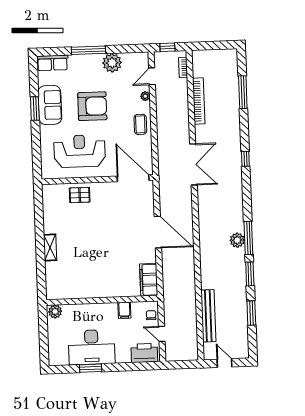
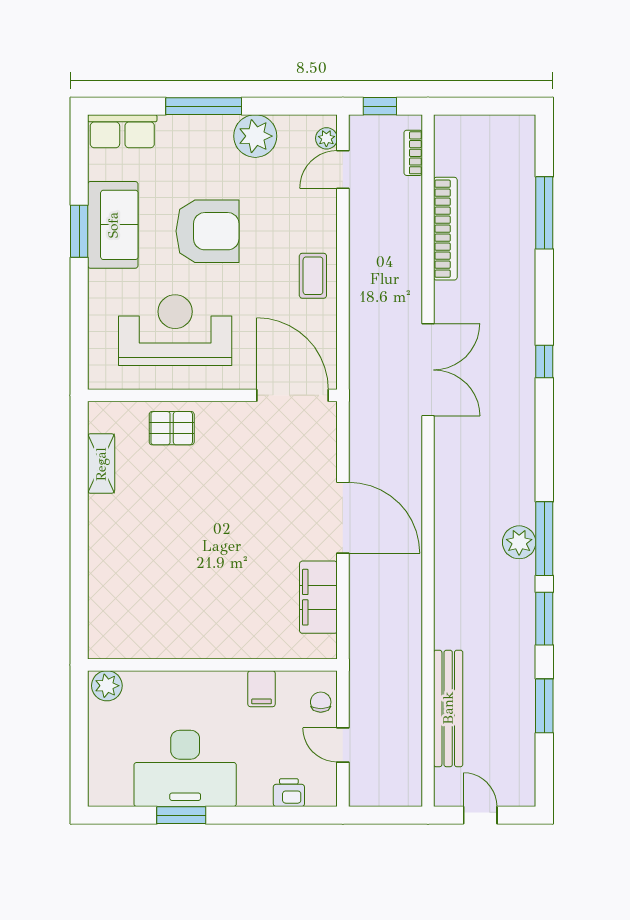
plant: (145, 96) -> (326, 138), moved
shelving: (50, 248) -> (101, 464), moved
filing cabinet: (149, 280) -> (318, 597), moved
printer: (144, 353) -> (289, 793), width x0.53, depth x0.68

